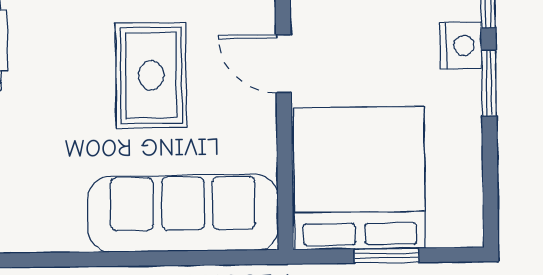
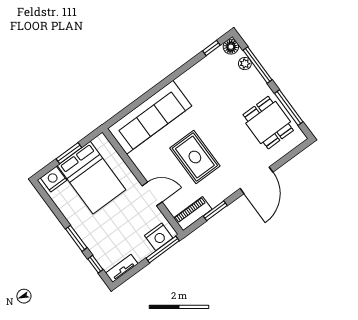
nightstand: (461, 45) -> (54, 179), moved, turned 90
bed: (359, 178) -> (92, 178), width x0.73

